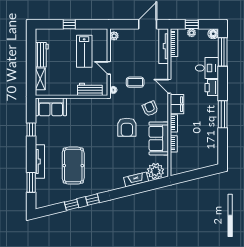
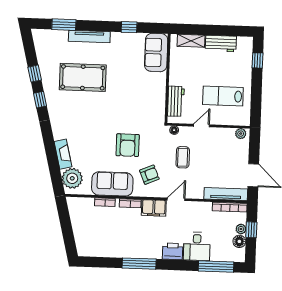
window: (69, 24) -> (257, 60), moved
floor lamp: (213, 34) -> (239, 241), moved
armchair: (127, 127) -> (128, 145), turned -90

